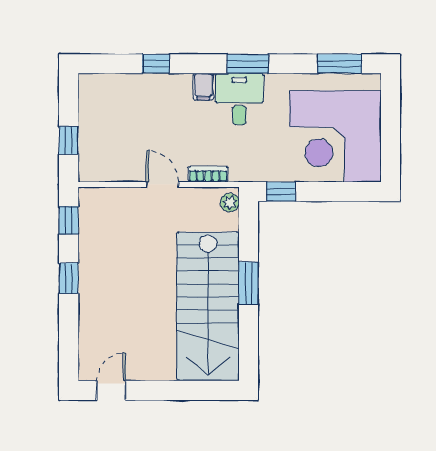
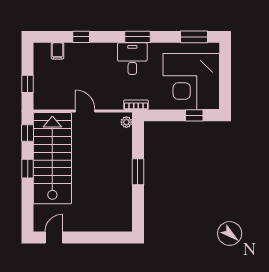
filing cabinet: (203, 87) -> (57, 51), moved
bookcase: (208, 174) -> (136, 105), moved
window: (281, 192) -> (194, 115), moved
stairs: (208, 306) -> (52, 158), moved, turned 180

